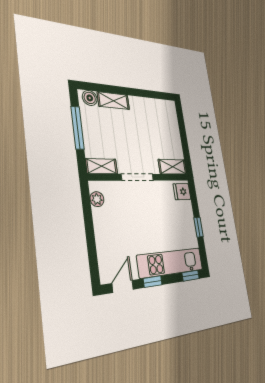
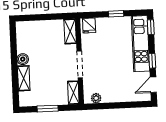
boiler: (90, 98) -> (23, 59), moved
window: (78, 128) -> (48, 109), width x0.69
door: (123, 286) -> (153, 85), hinge flipped

